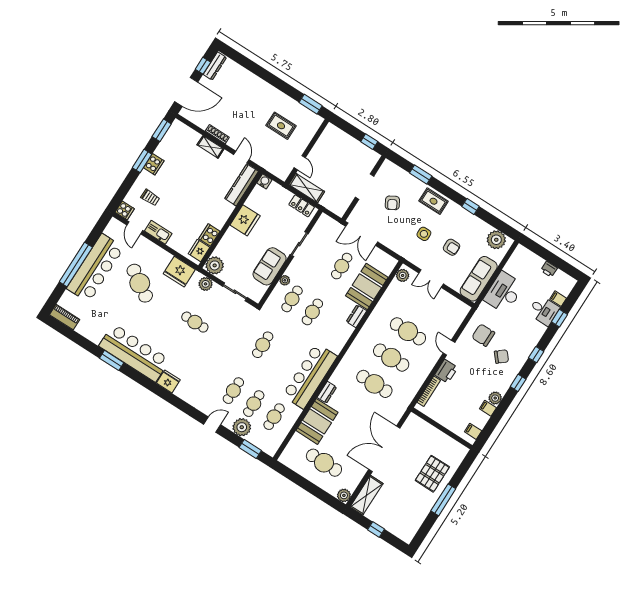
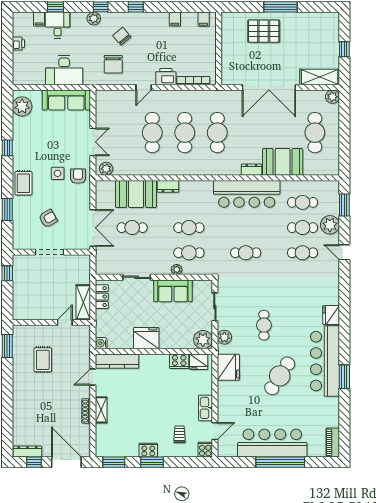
armchair: (452, 247) -> (78, 176), moved
cafe table: (140, 283) -> (280, 376), moved
plant: (495, 398) -> (94, 18), moved

